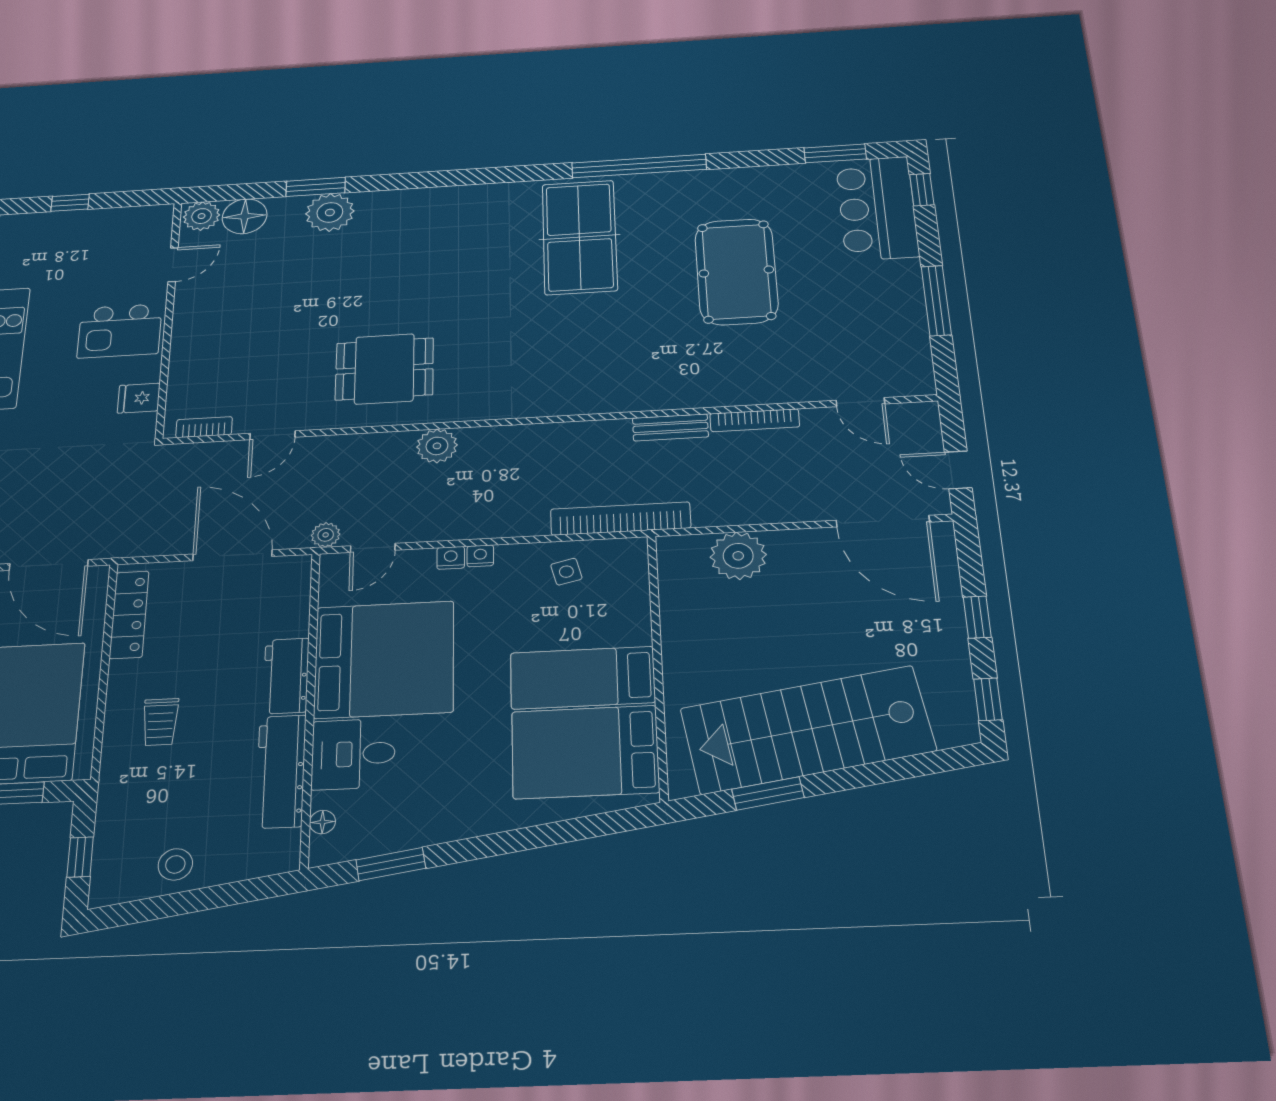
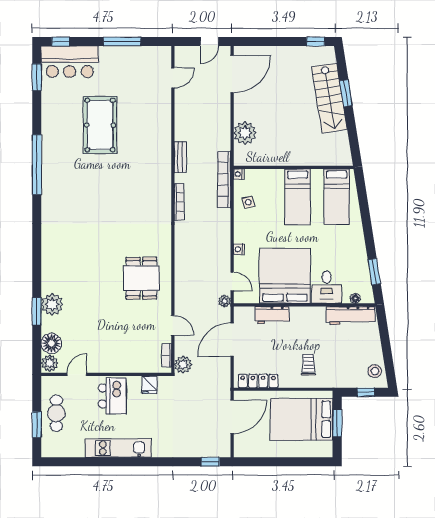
window: (70, 203) -> (37, 425), width x1.50
cafe table: (92, 234) -> (56, 413), added
table tennis table: (579, 237) -> (75, 193), removed
door: (173, 265) -> (77, 374), hinge flipped
pool table: (736, 272) -> (100, 125), turned 90
bookcase: (755, 420) -> (179, 202), moved
plant: (437, 446) -> (183, 365), moved
nightstand: (480, 556) -> (239, 174), moved
window: (977, 617) -> (279, 41), removed
workbench: (286, 676) -> (272, 315), moved
trolley: (160, 722) -> (308, 365), turned -90
stairs: (807, 730) -> (329, 98), width x0.73, depth x0.66
bed: (585, 752) -> (337, 197), width x0.67
workbench: (281, 771) -> (351, 316), moved
window: (768, 793) -> (346, 93), moved
stool: (175, 864) -> (375, 371), moved

